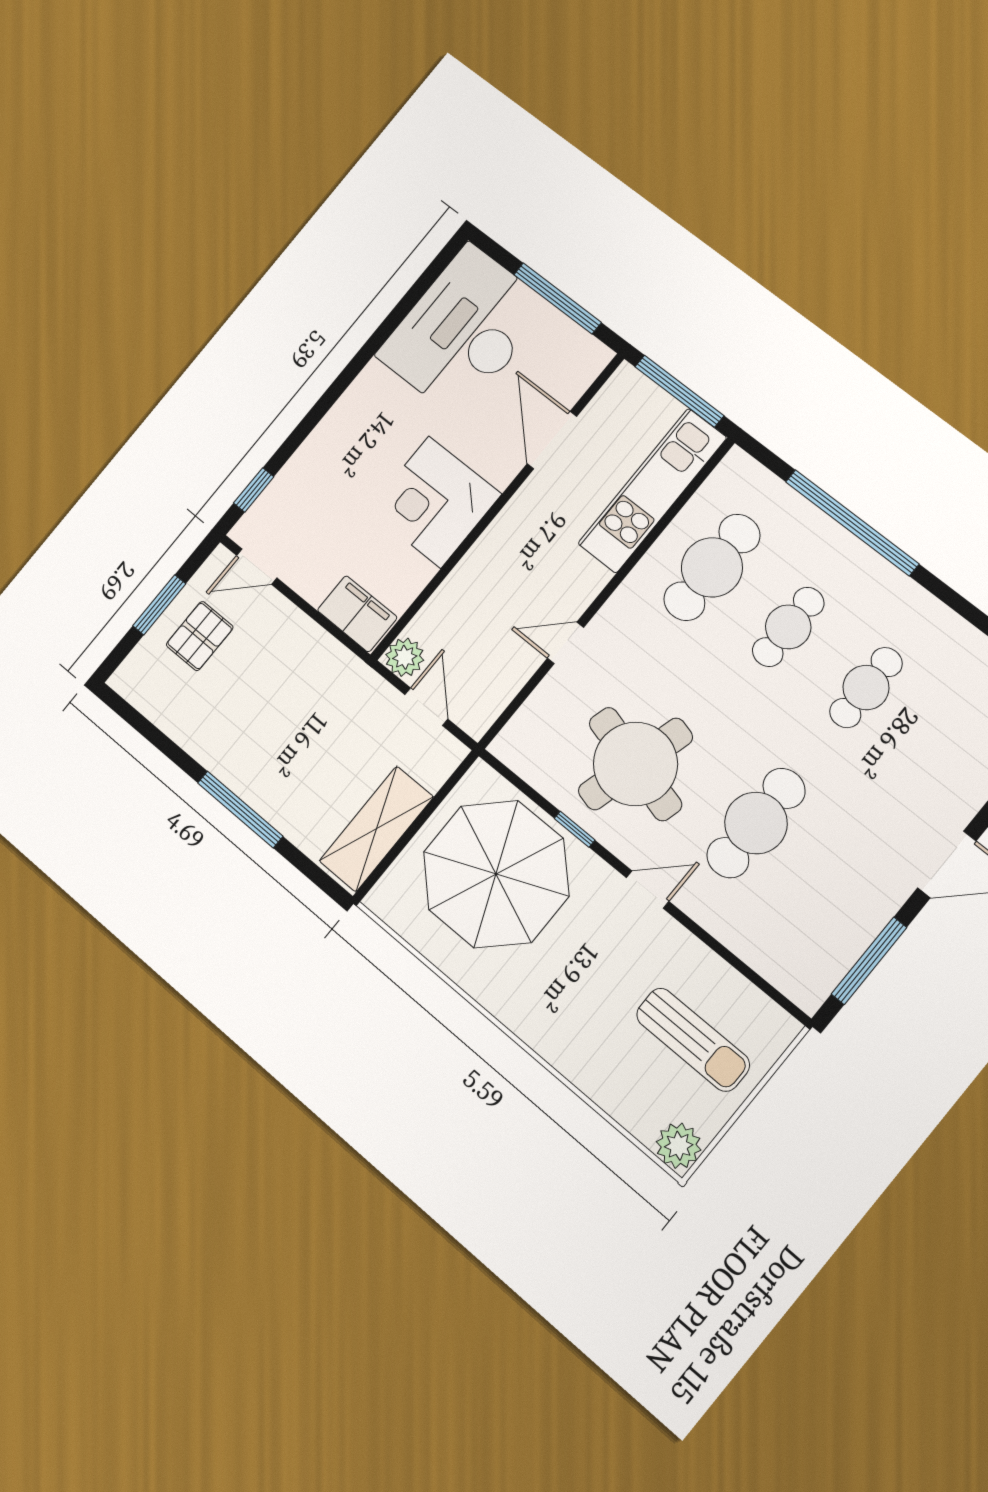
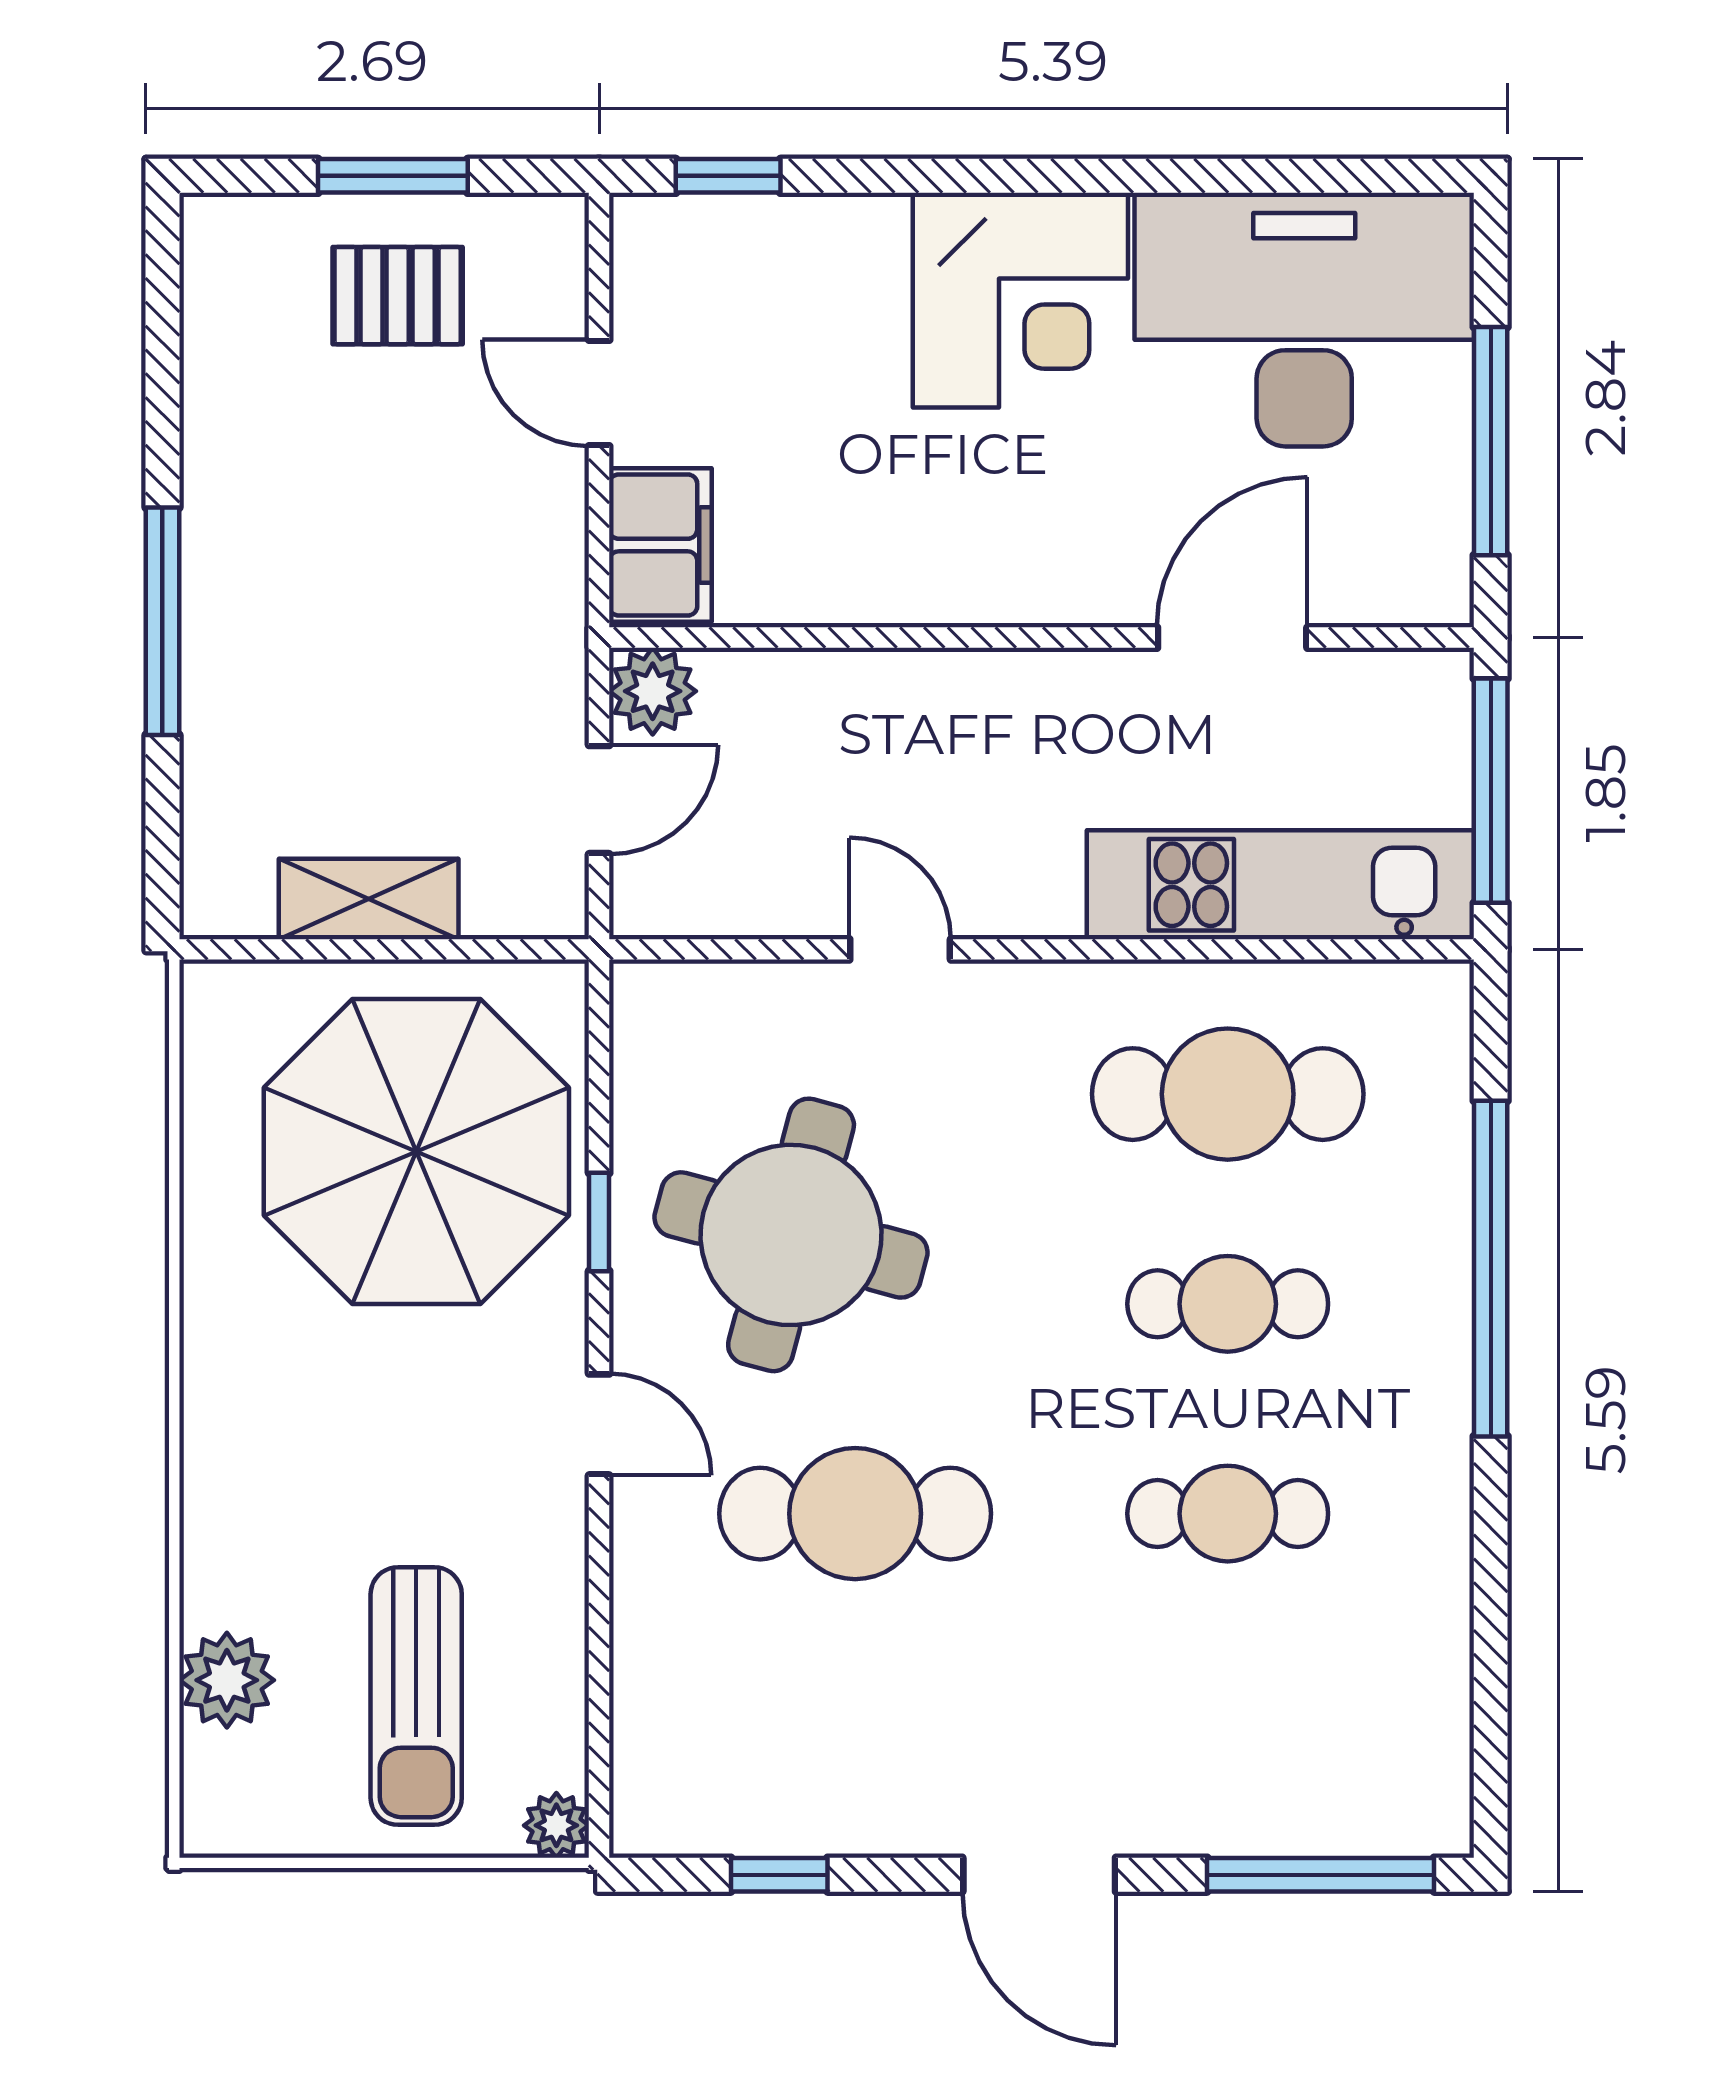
corner desk: (435, 502) -> (1020, 300), moved, turned 180
door: (257, 567) -> (599, 393), moved
shelving: (376, 829) -> (369, 899), width x0.67, depth x0.75
window: (869, 961) -> (779, 1875), width x0.46
plant: (783, 1028) -> (556, 1825), added
plant: (679, 1146) -> (227, 1680), moved

